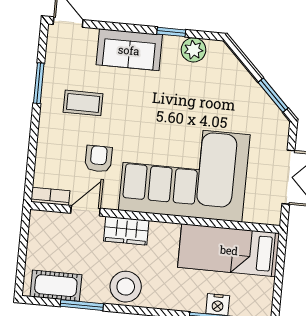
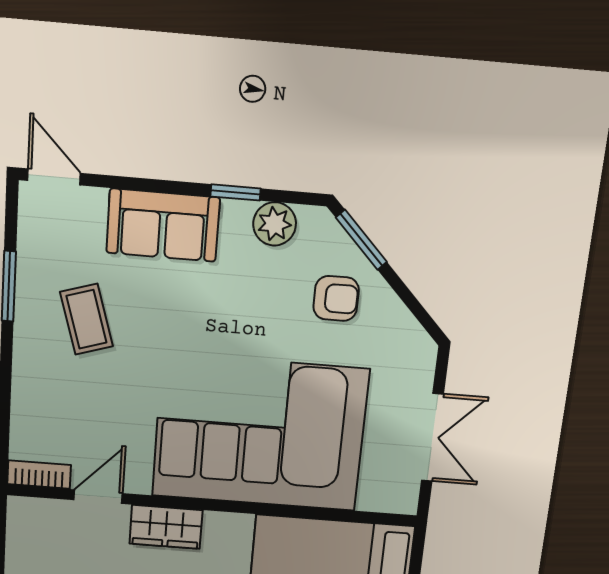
window: (273, 95) -> (361, 240), moved
coffee table: (83, 103) -> (86, 319), turned 73
armchair: (99, 159) -> (336, 298), moved, turned 90

